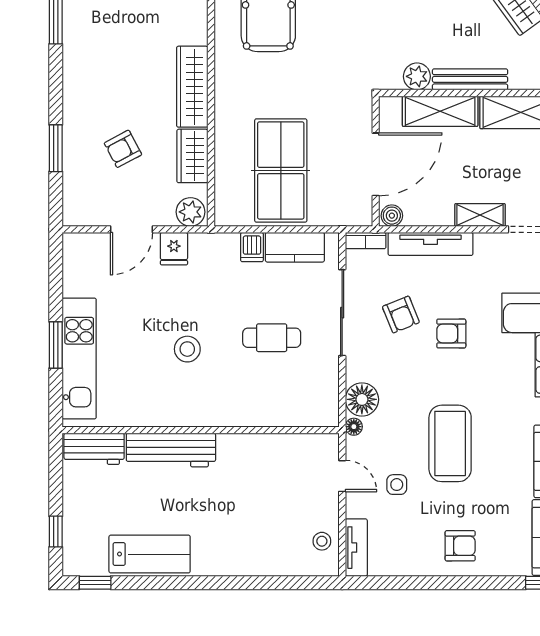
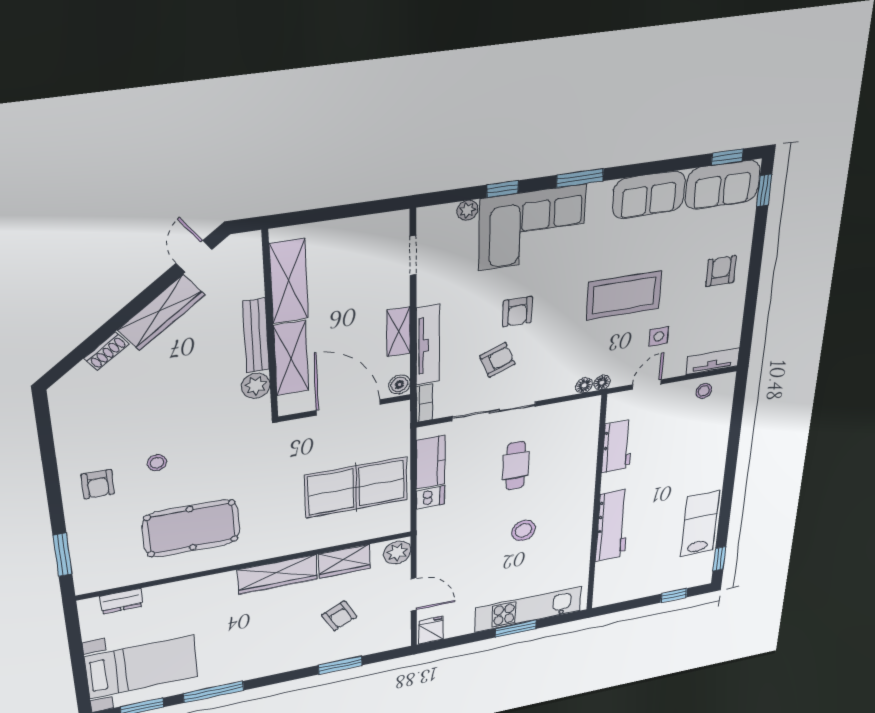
shelving: (480, 215) -> (399, 332), moved
fridge: (174, 249) -> (431, 630), moved, turned -90
floor lamp: (362, 399) -> (584, 385), width x0.53, depth x0.53
workbench: (94, 449) -> (617, 446), moved

